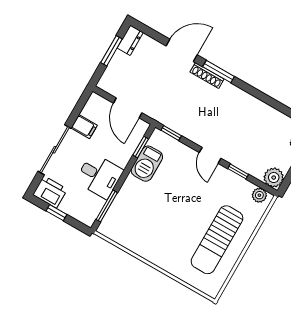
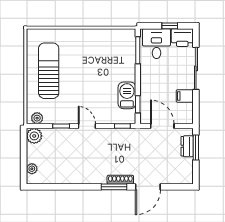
dresser: (130, 40) -> (187, 146), moved
window: (111, 51) -> (196, 147), moved
desk: (99, 176) -> (156, 44), moved, turned 90

